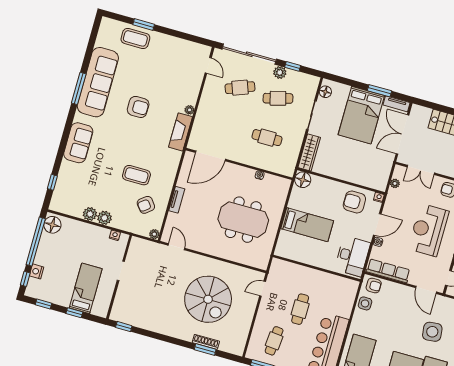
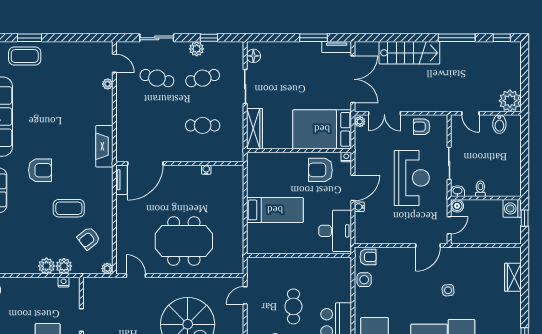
sliding door: (249, 54) -> (157, 38), width x0.54
cafe table: (240, 88) -> (157, 78), turned 36
armchair: (138, 107) -> (40, 170), moved
plant: (189, 110) -> (108, 84), moved
bed: (361, 115) -> (322, 129), moved, turned 90
double door: (403, 134) -> (353, 79), swing flipped
floor lamp: (303, 180) -> (256, 161), removed
plant: (395, 183) -> (360, 122), moved
tv unit: (177, 200) -> (121, 180), moved
plant: (90, 214) -> (64, 266), moved
meeting table: (243, 220) -> (184, 241), moved
reception desk: (428, 230) -> (412, 178), turned 180
row of seats: (388, 271) -> (380, 236), removed
door: (426, 290) -> (428, 245), hinge flipped
side table: (432, 332) -> (448, 290), width x0.54, depth x0.54

